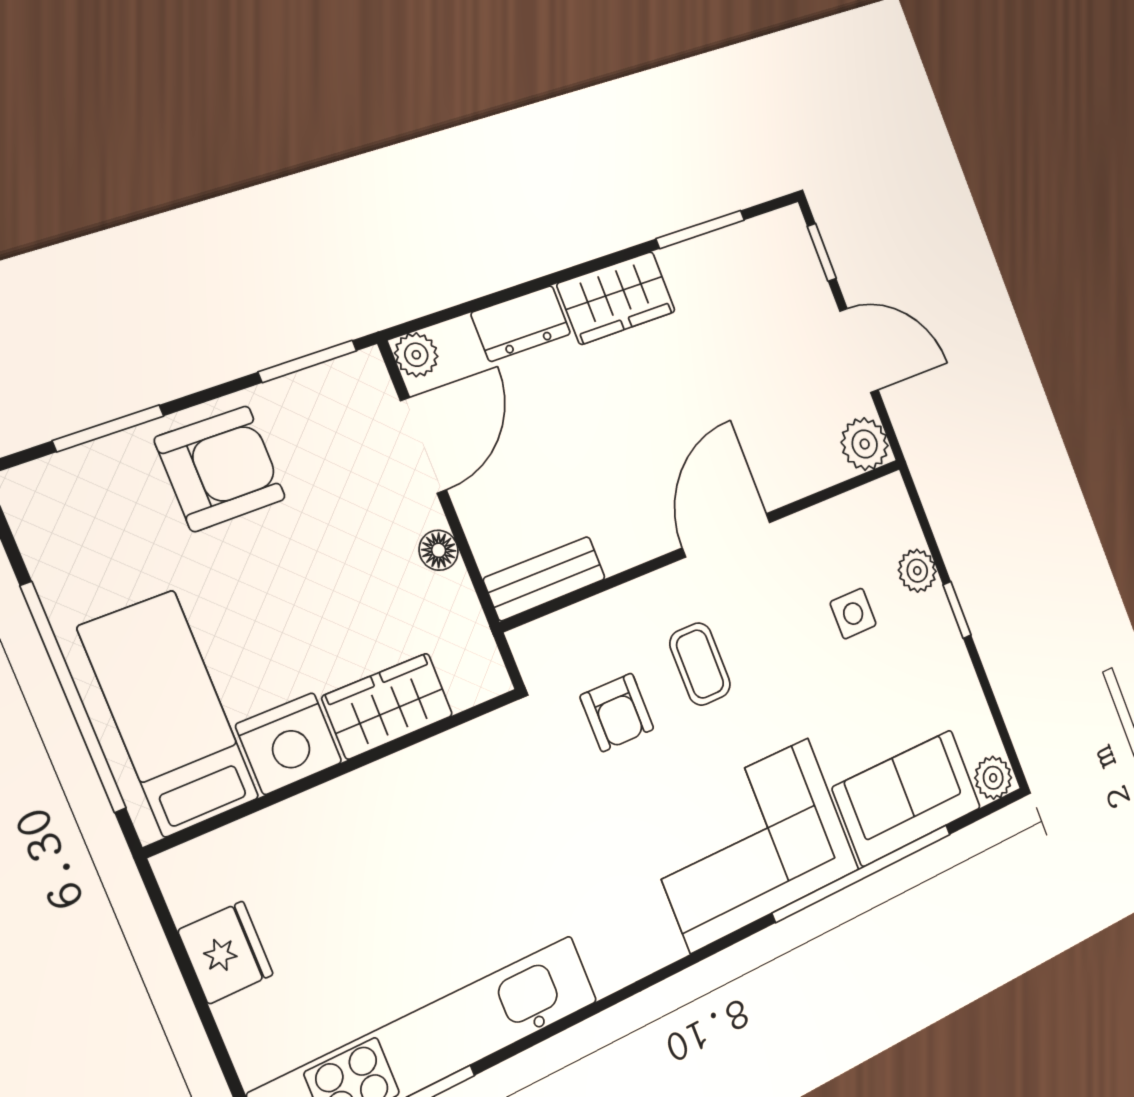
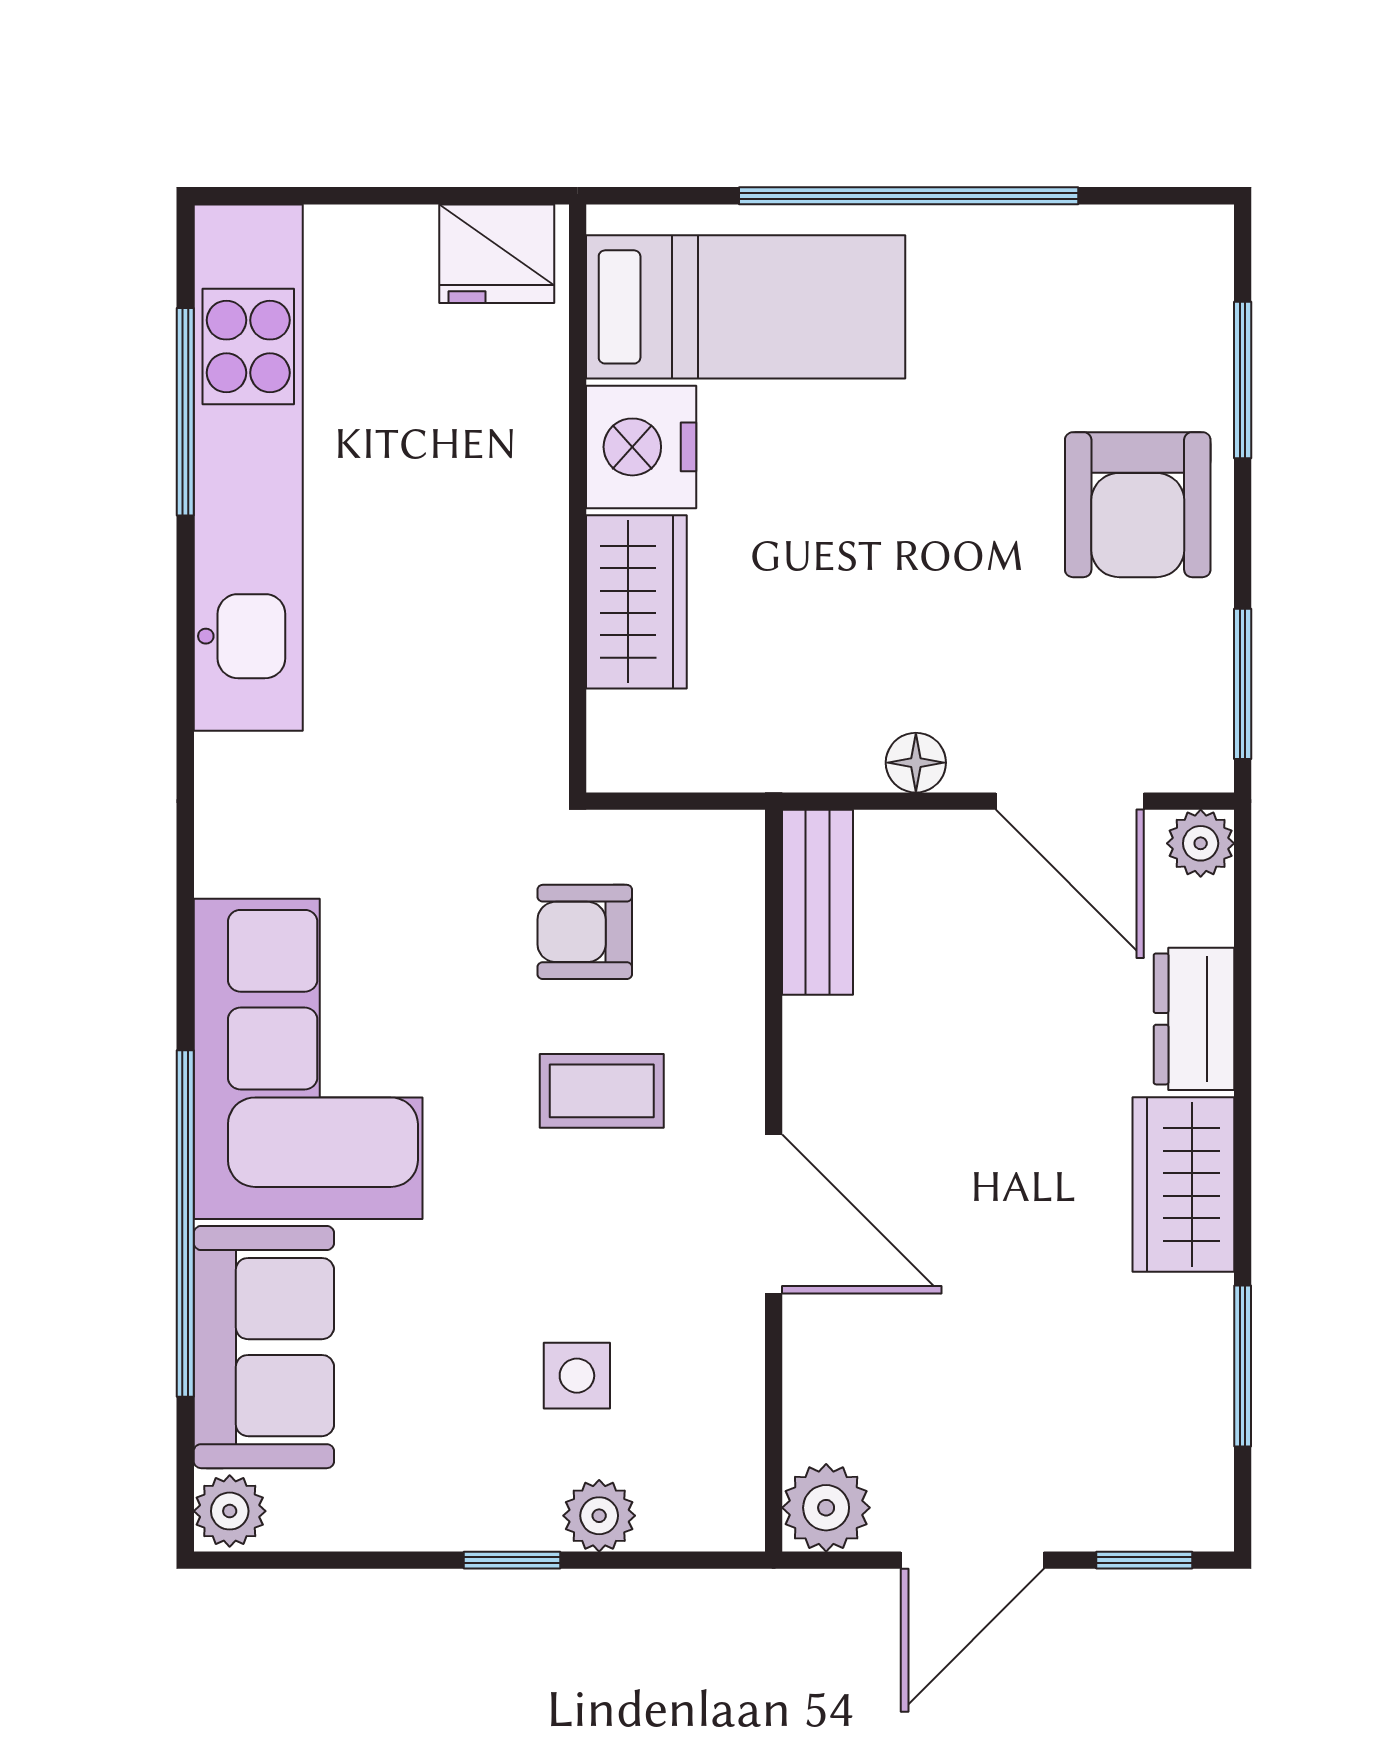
wardrobe: (388, 706) -> (636, 602), moved
bed: (169, 713) -> (746, 307), moved
nightstand: (289, 744) -> (641, 447), moved
wall: (338, 770) -> (578, 498), moved

